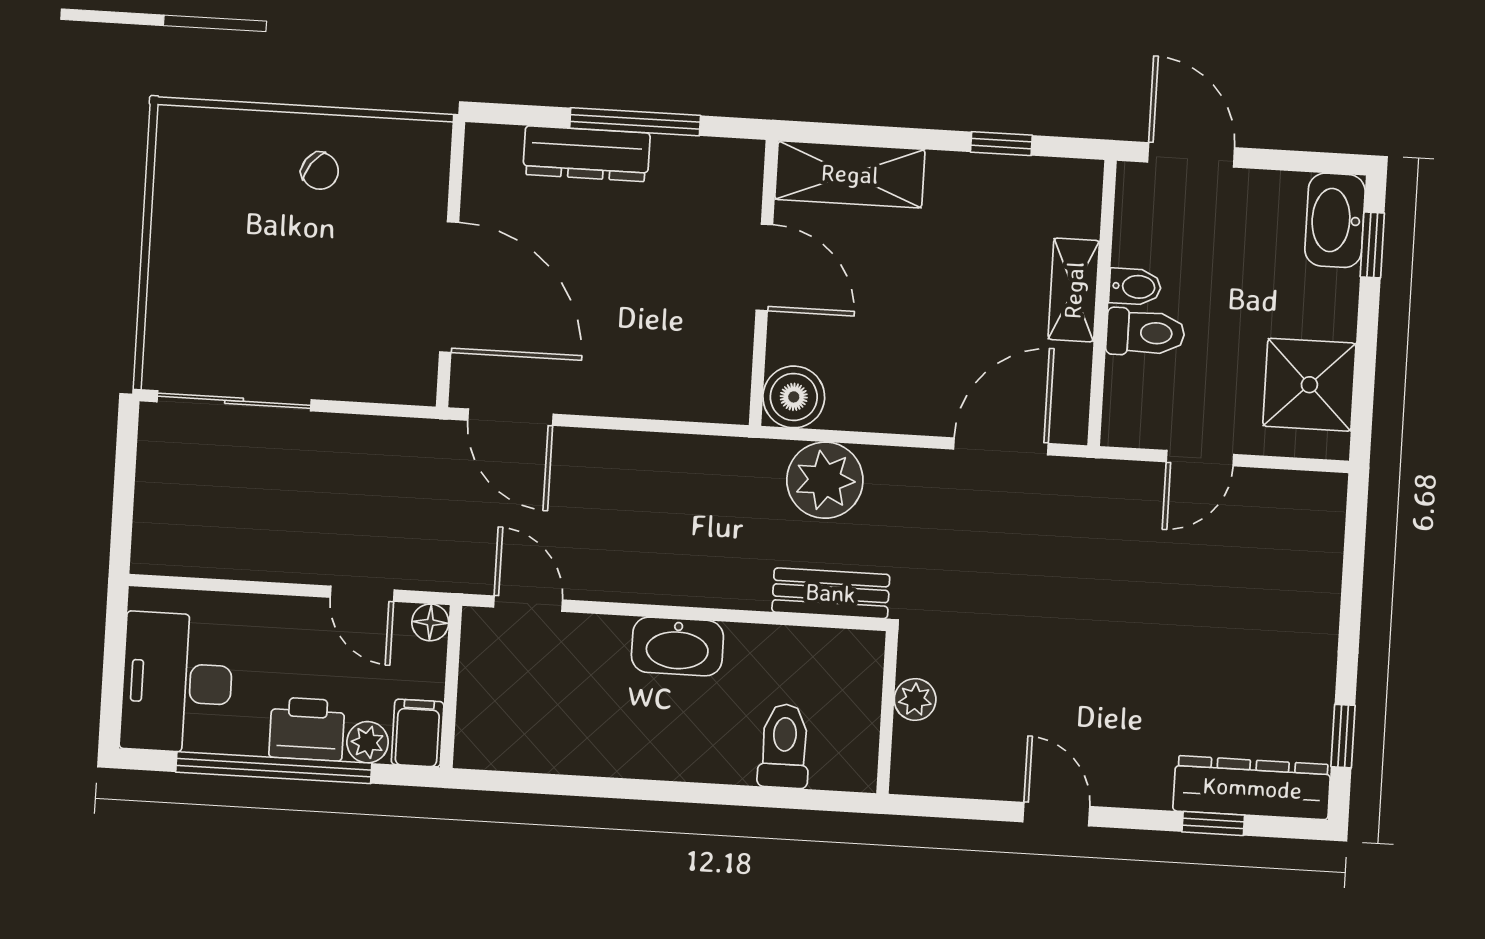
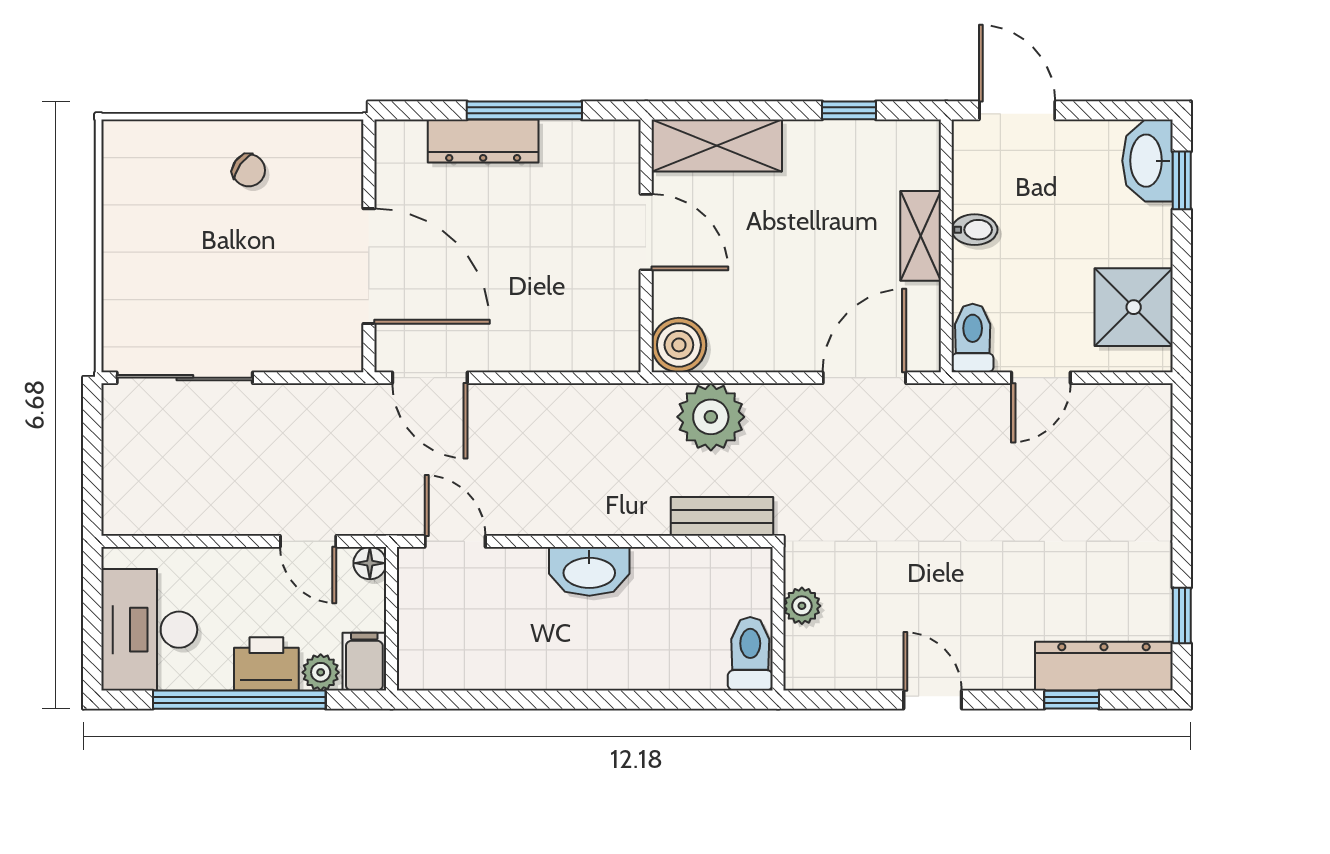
toilet: (1145, 333) -> (973, 338), moved, turned -90
toilet: (784, 746) -> (750, 654), moved

